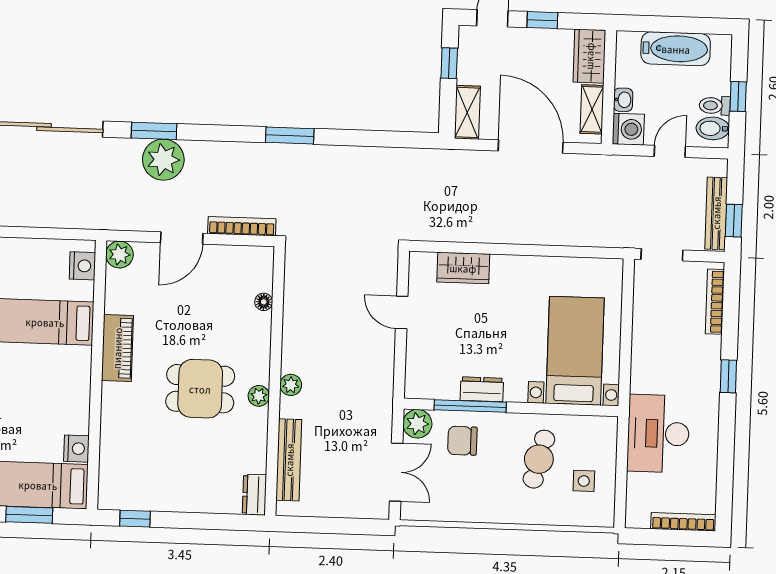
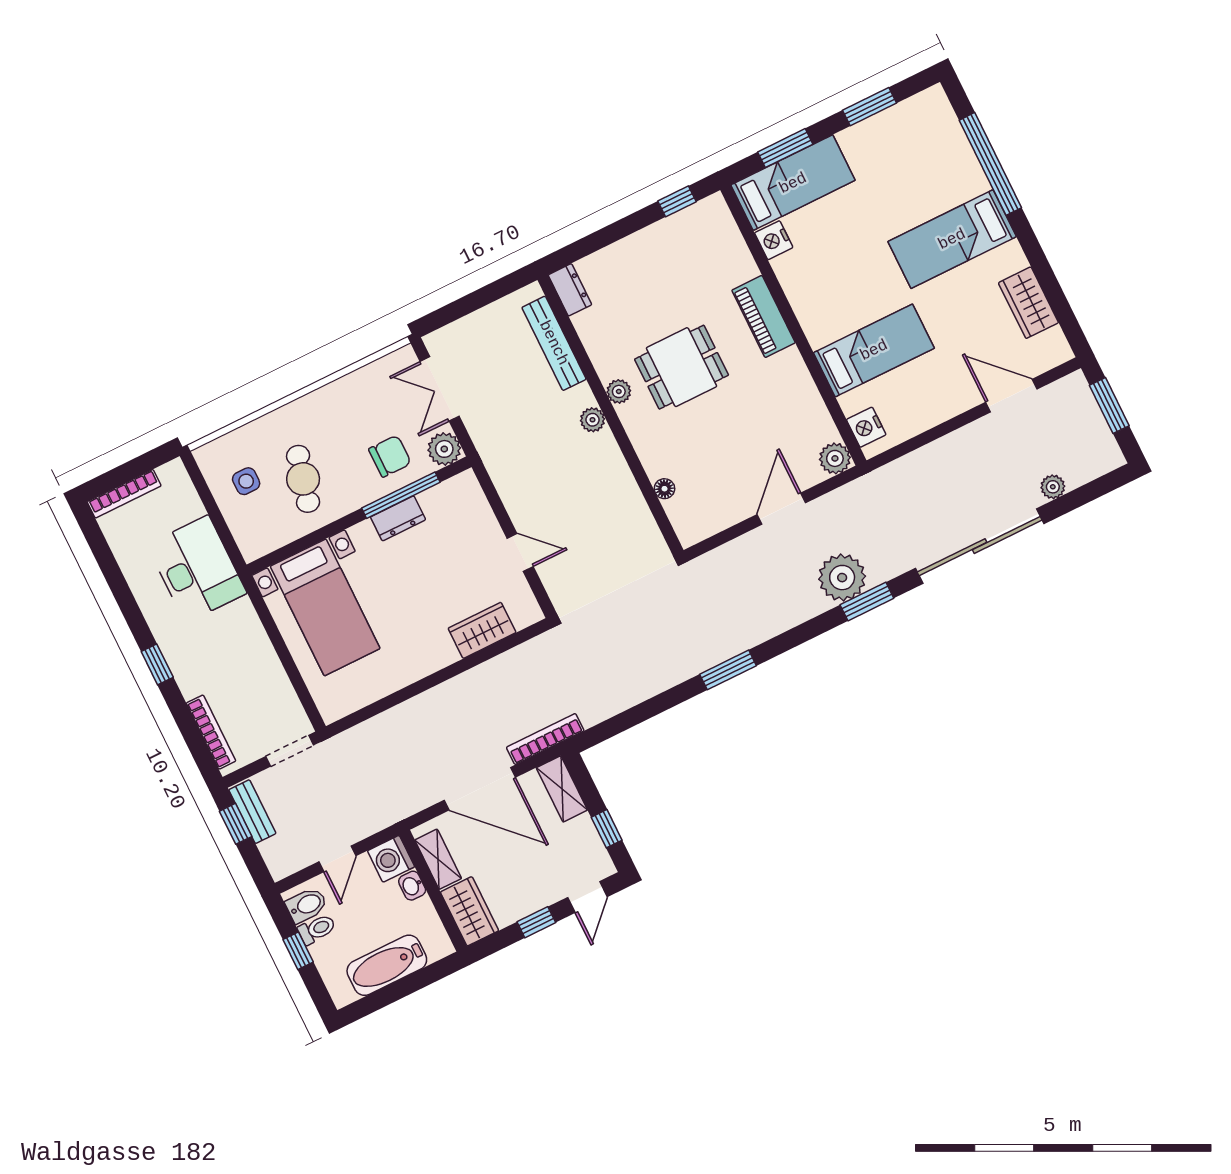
bench: (716, 213) -> (252, 812), width x0.73
bookcase: (242, 226) -> (545, 739), moved, turned 180
piano: (117, 348) -> (764, 316), moved

